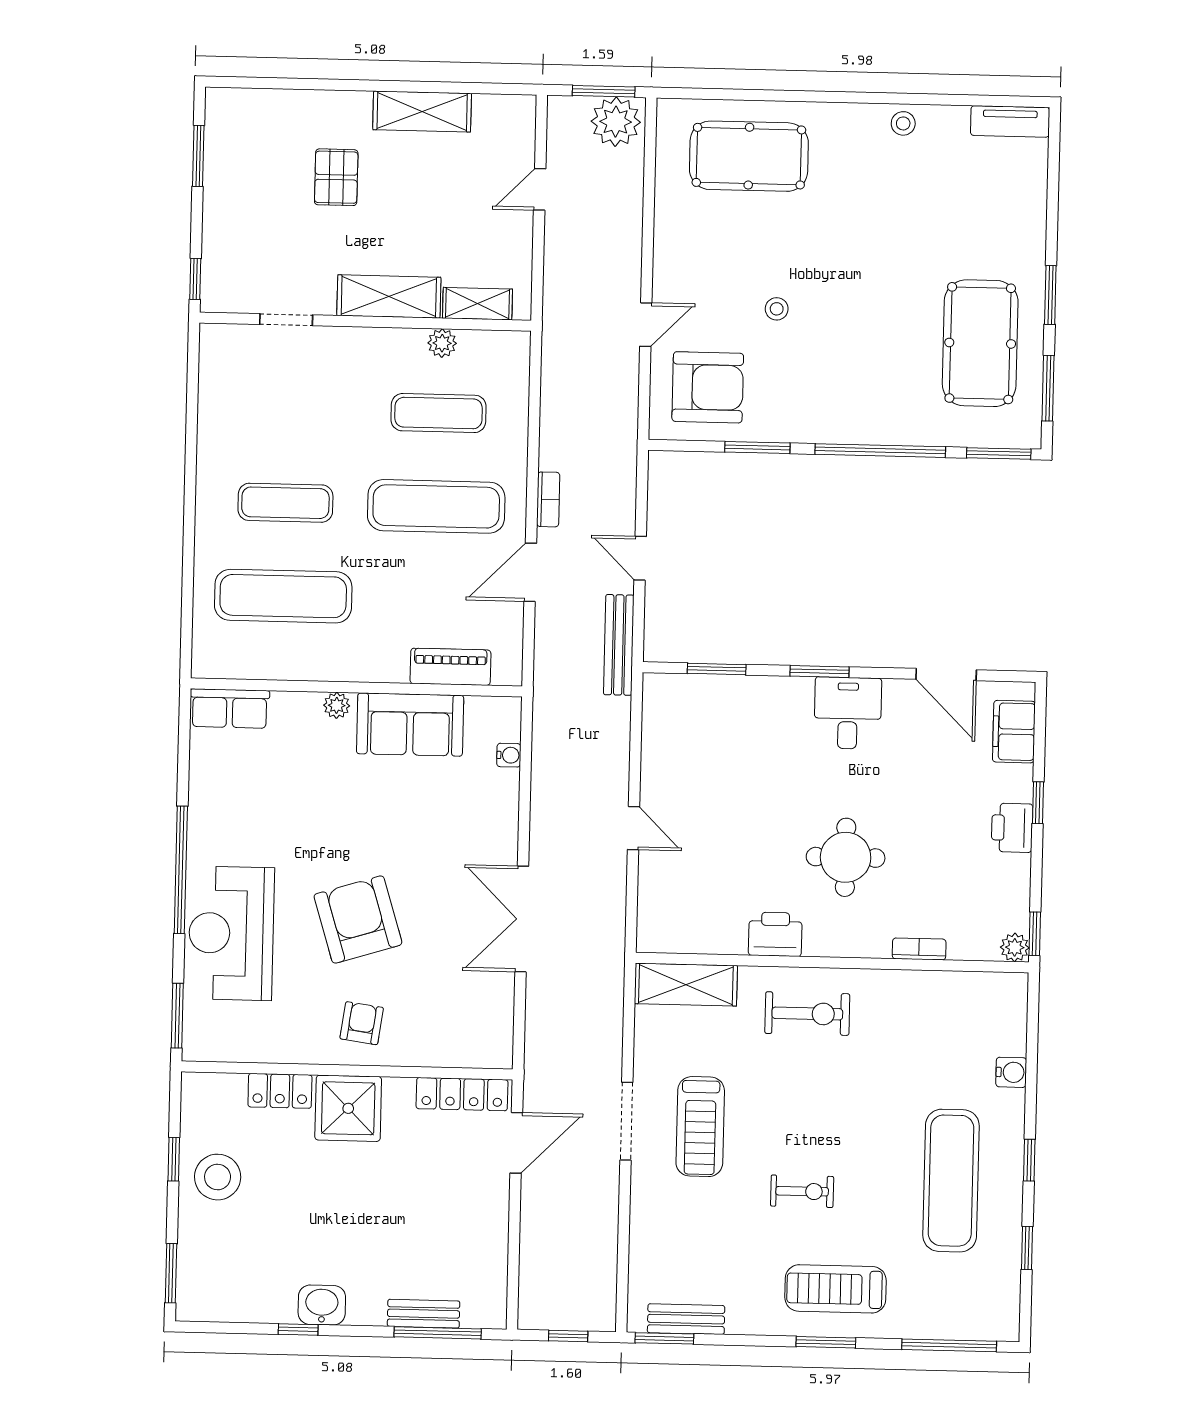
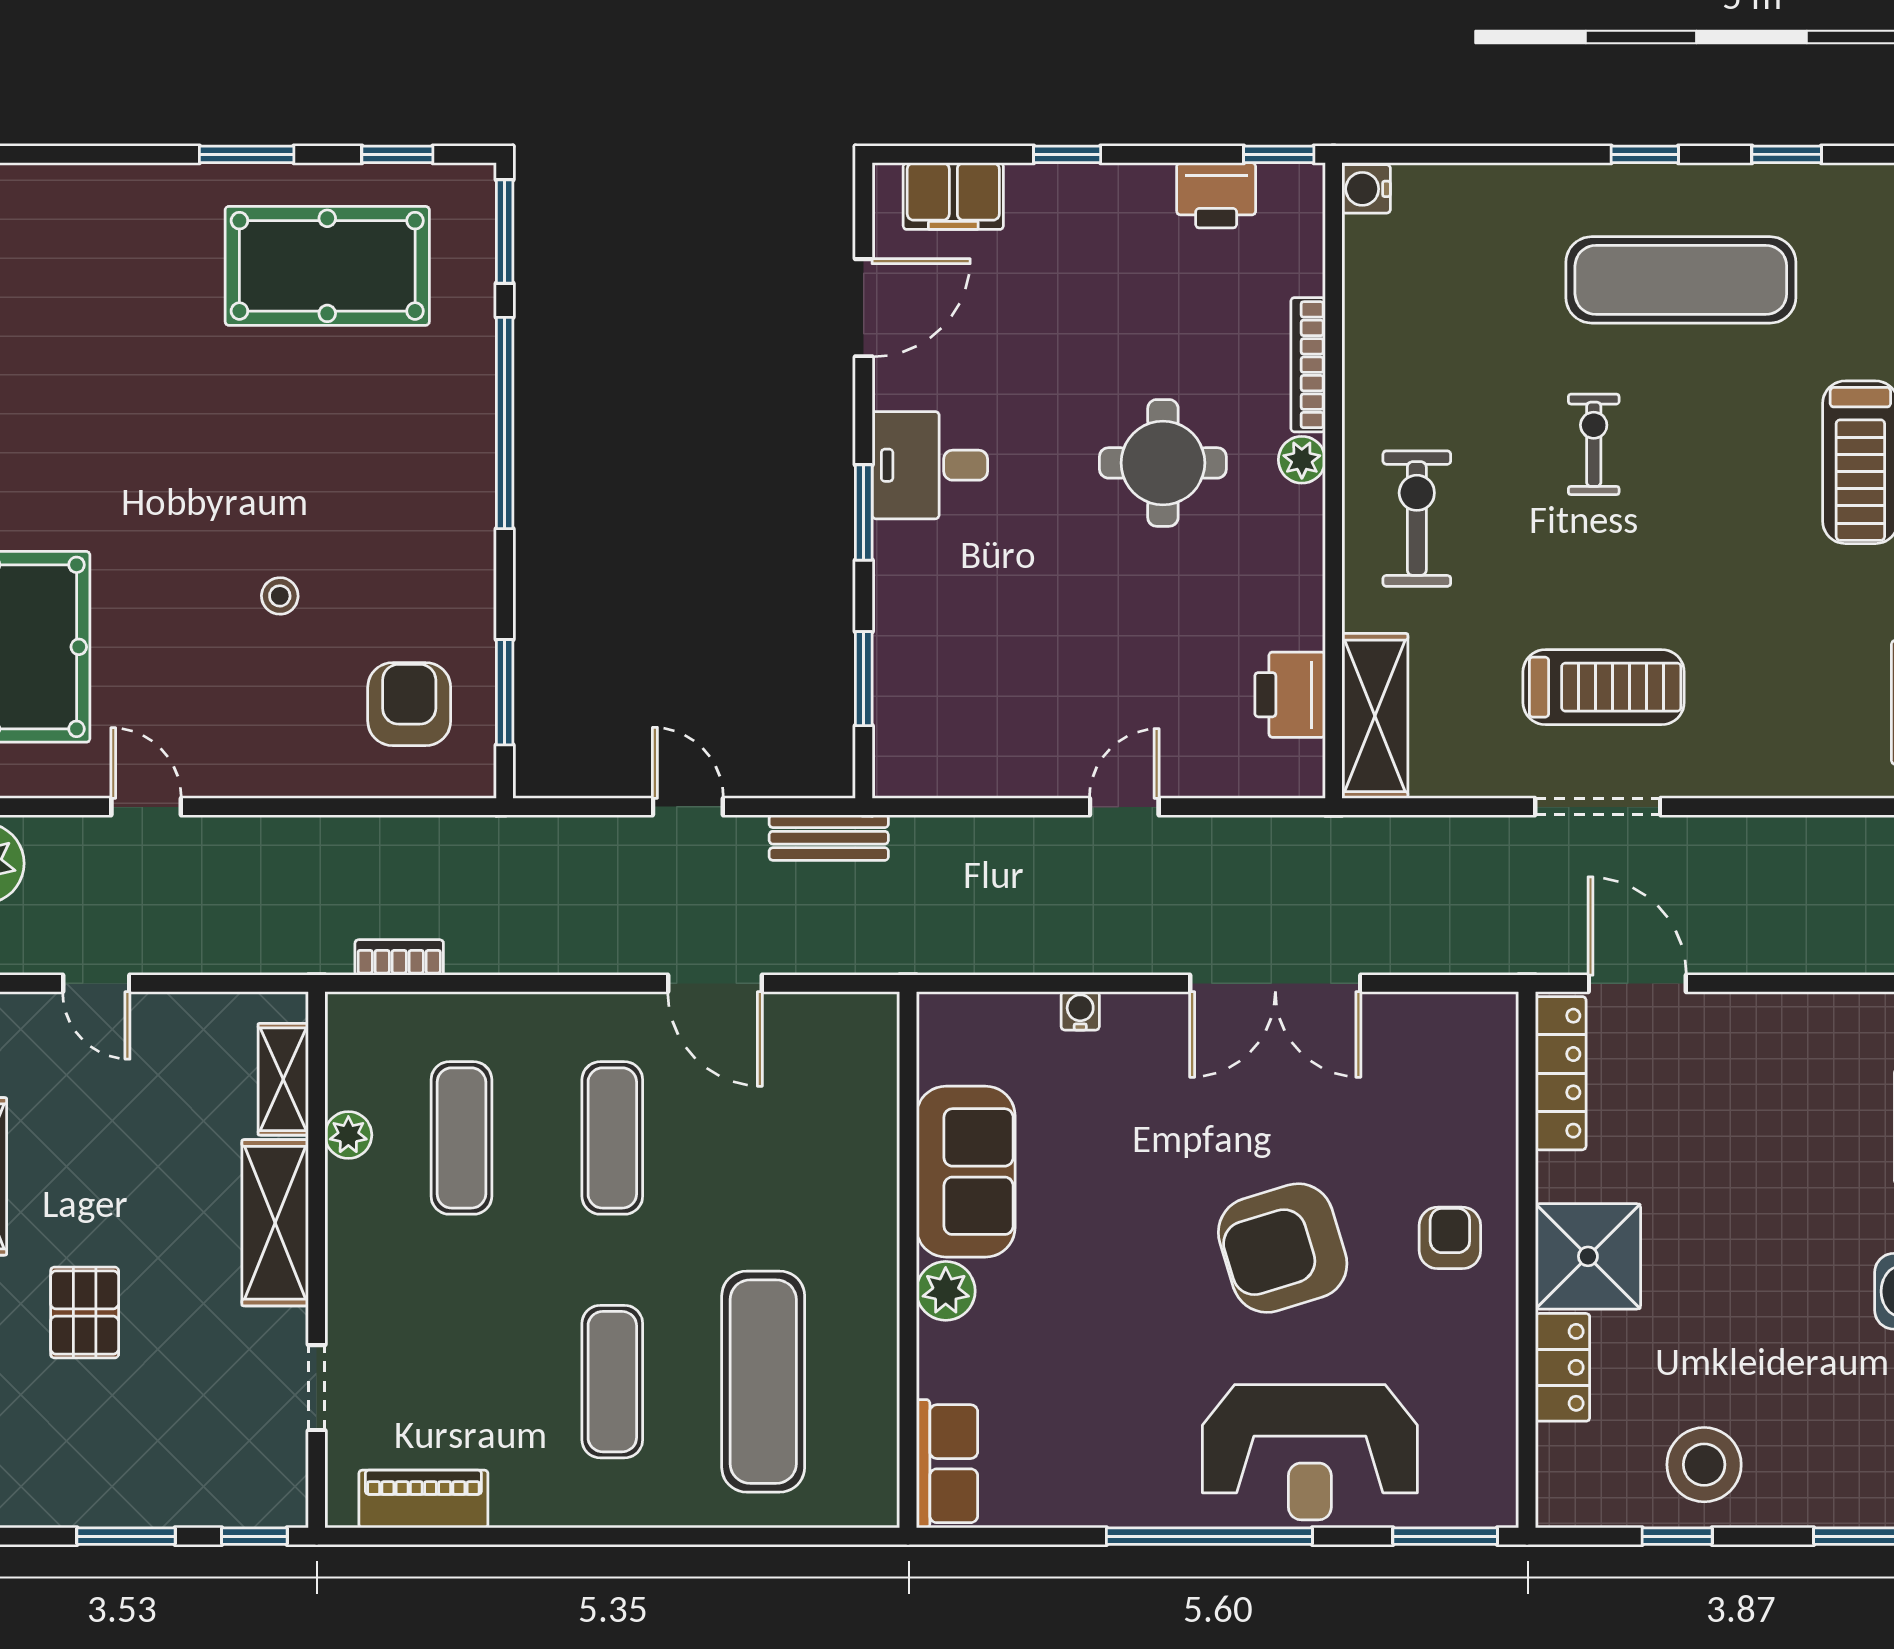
window: (198, 156) -> (126, 1536), moved
pallet: (336, 177) -> (85, 1313), turned 90
door: (646, 325) -> (146, 807), moved
armchair: (708, 387) -> (409, 704), width x0.73, depth x0.73
window: (1048, 388) -> (397, 154), width x0.67
window: (757, 448) -> (505, 692), moved
bookcase: (548, 499) -> (399, 957), moved
exercise mat: (436, 506) -> (612, 1138), width x0.73, depth x0.69
door: (640, 558) -> (688, 807), swing flipped
bench: (619, 645) -> (829, 838), width x0.73
piano: (450, 667) -> (423, 1499), moved, turned 90
plant: (337, 705) -> (946, 1291), width x1.38, depth x1.38
water cooler: (509, 755) -> (1080, 1011), moved
printer: (1012, 828) -> (1216, 195), moved
printer: (775, 934) -> (1290, 695), moved
plant: (1015, 947) -> (1302, 460), moved
bookcase: (919, 949) -> (1308, 365), width x1.56
armchair: (362, 1023) -> (1450, 1238), turned 82
water cooler: (1011, 1072) -> (1366, 189), moved, turned -90
exercise bike: (802, 1191) -> (1594, 444), moved

